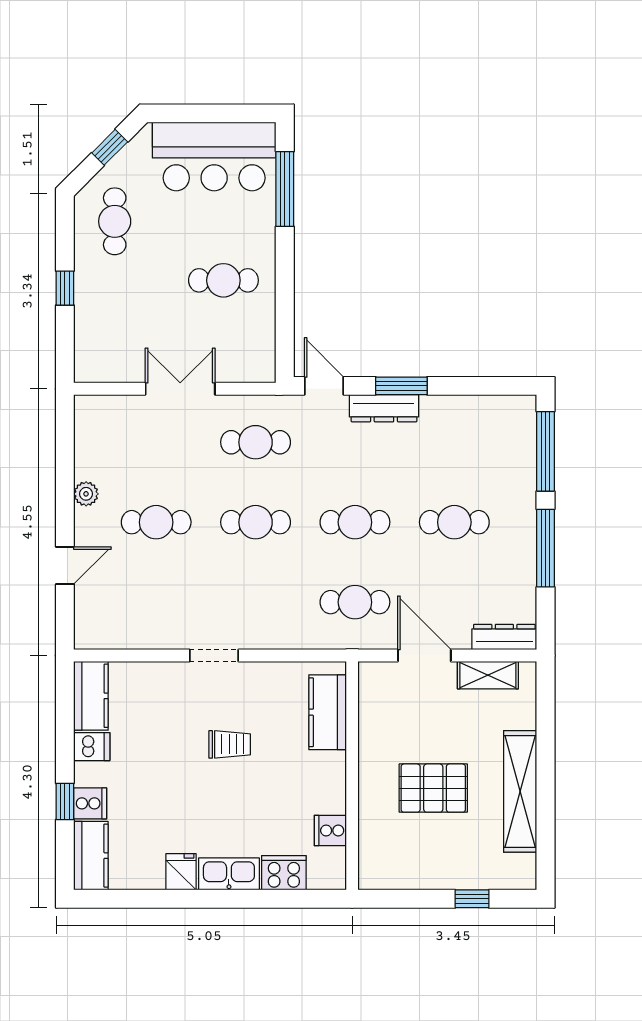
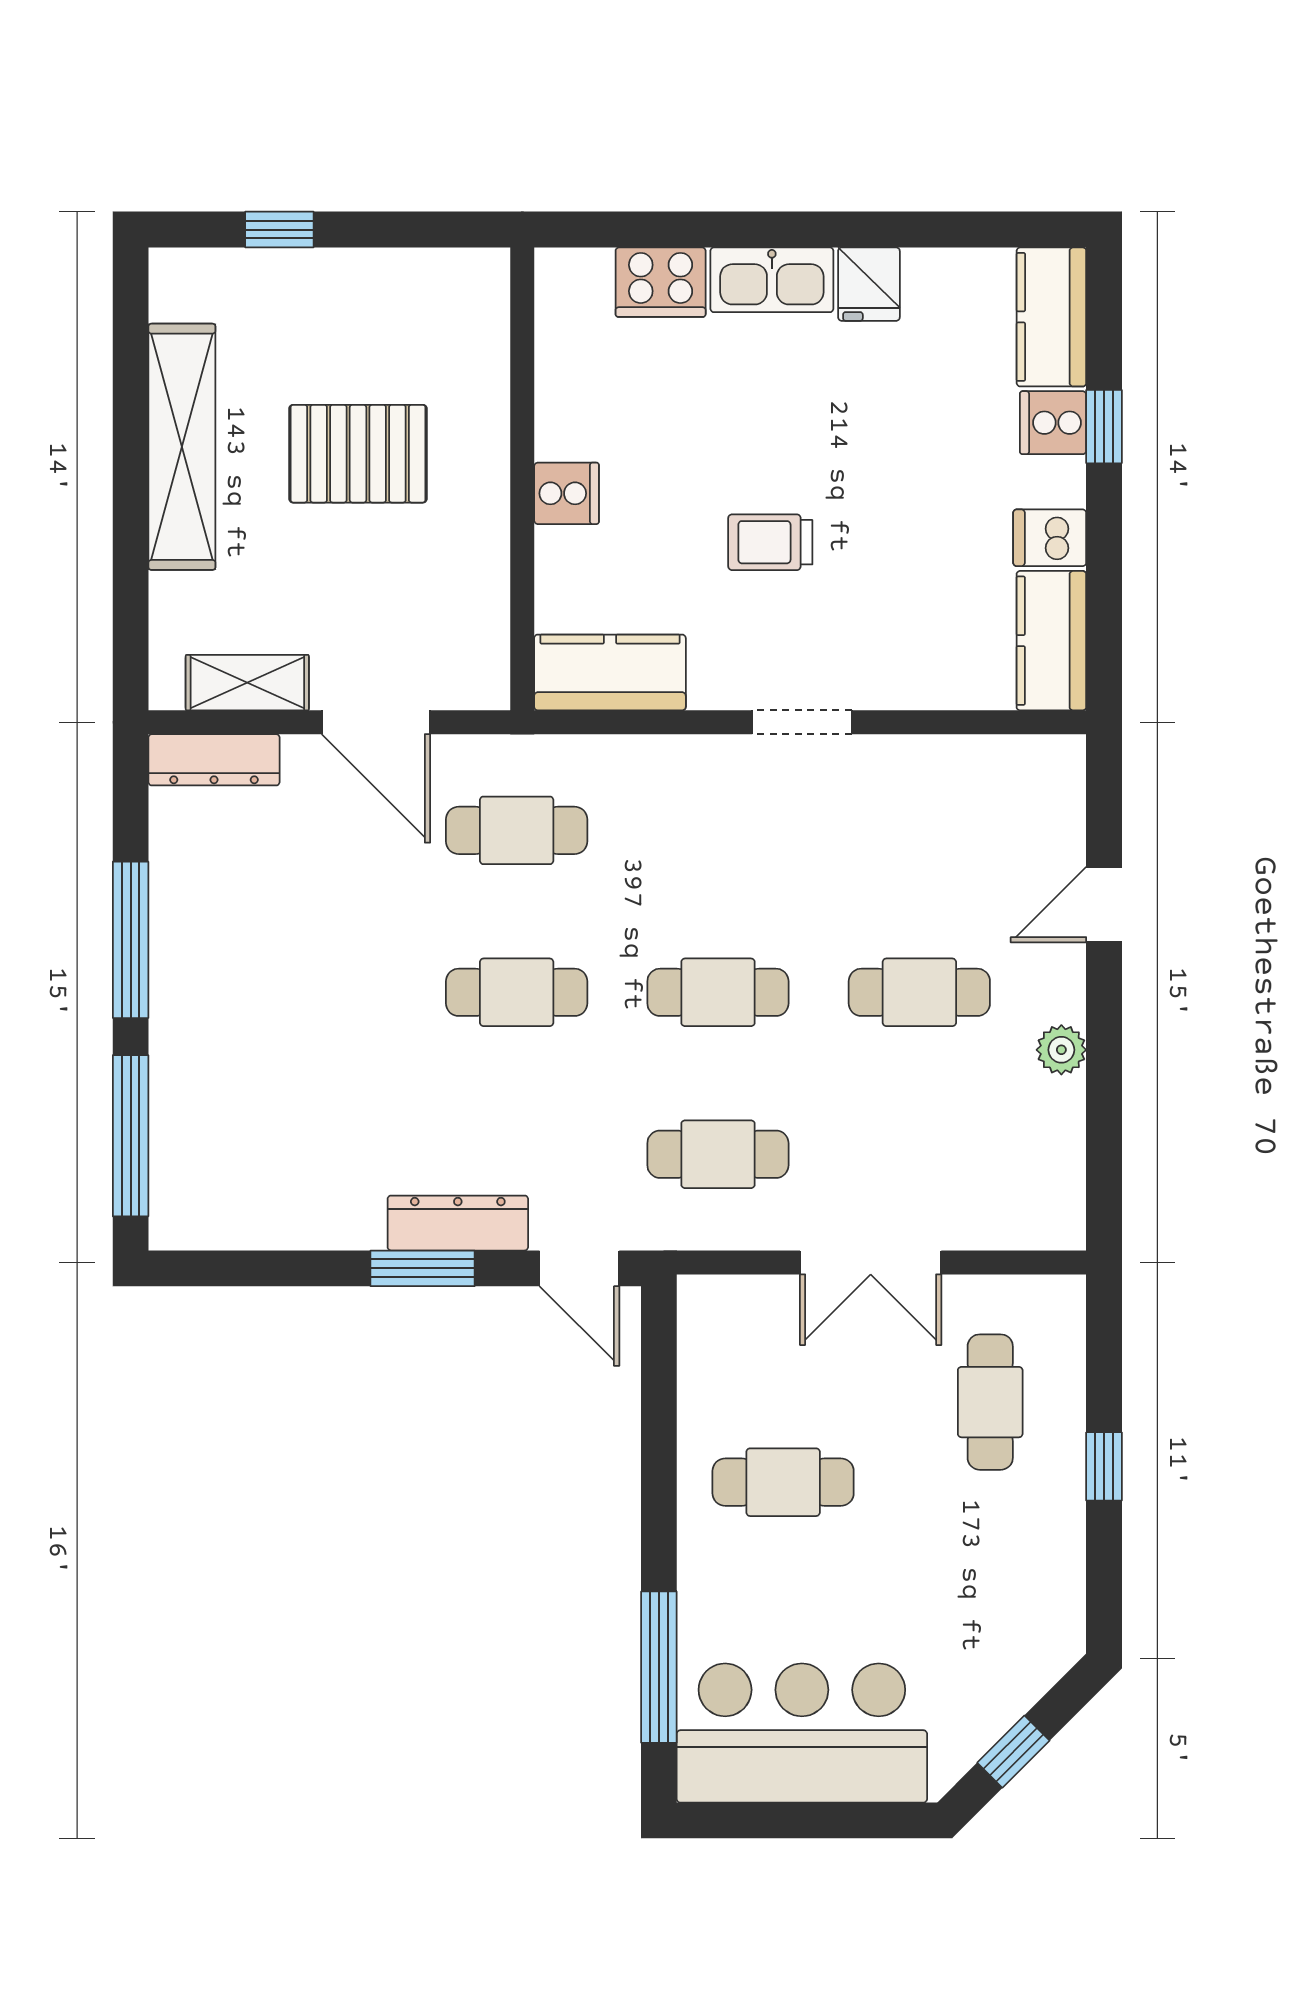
cafe table: (115, 221) -> (990, 1402), moved
cafe table: (454, 522) -> (315, 992), removed
kitchen counter: (328, 712) -> (610, 672), moved, turned -90
cooker: (330, 831) -> (567, 493), moved

